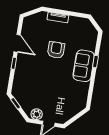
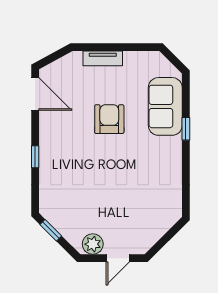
door: (17, 43) -> (35, 94), moved
sofa: (84, 66) -> (165, 106), moved

